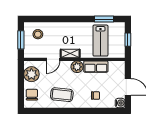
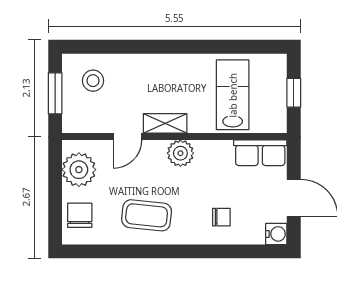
window: (104, 19) -> (241, 47), removed
lab bench: (100, 41) -> (233, 95), turned 180
row of seats: (96, 67) -> (260, 153), moved

